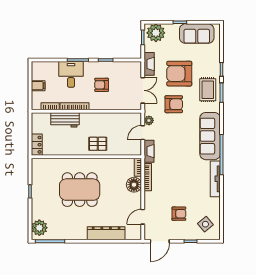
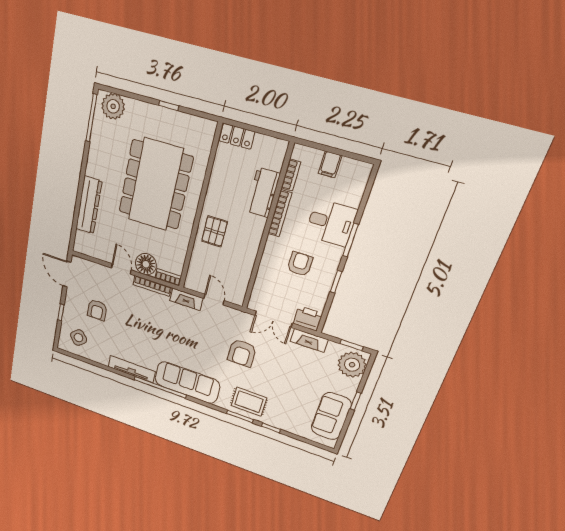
printer: (135, 69) -> (308, 318), added
armchair: (179, 74) -> (282, 375), removed
plant: (149, 120) -> (229, 313), removed
dining table: (80, 190) -> (155, 185), width x1.36, depth x1.24
door: (143, 217) -> (121, 269), moved

